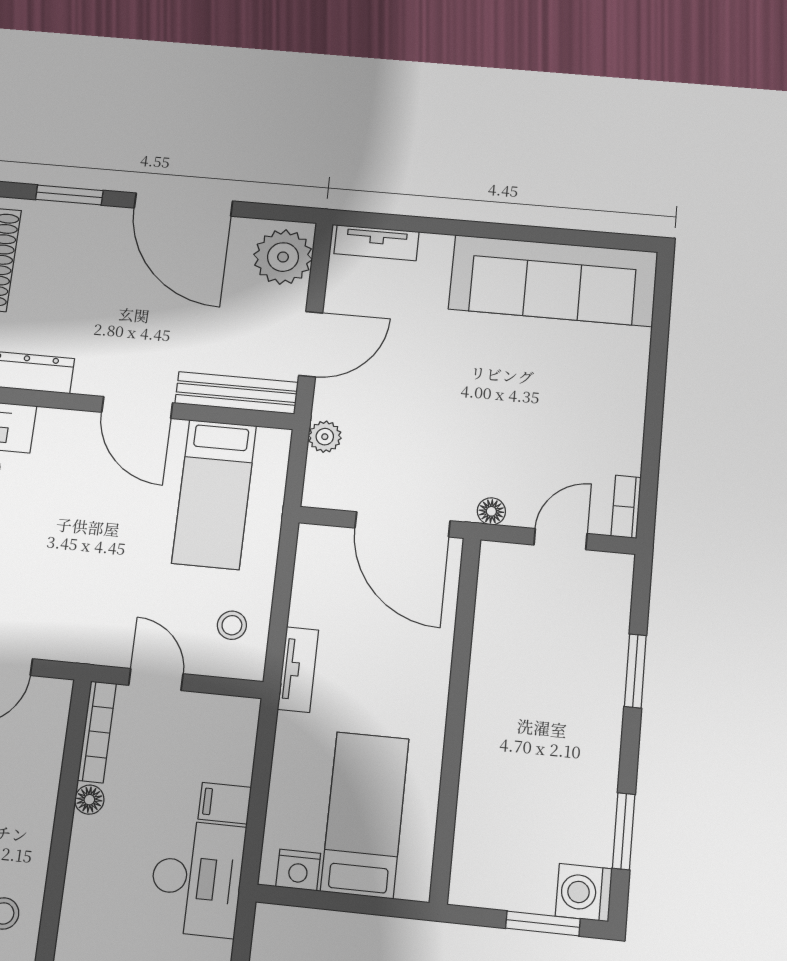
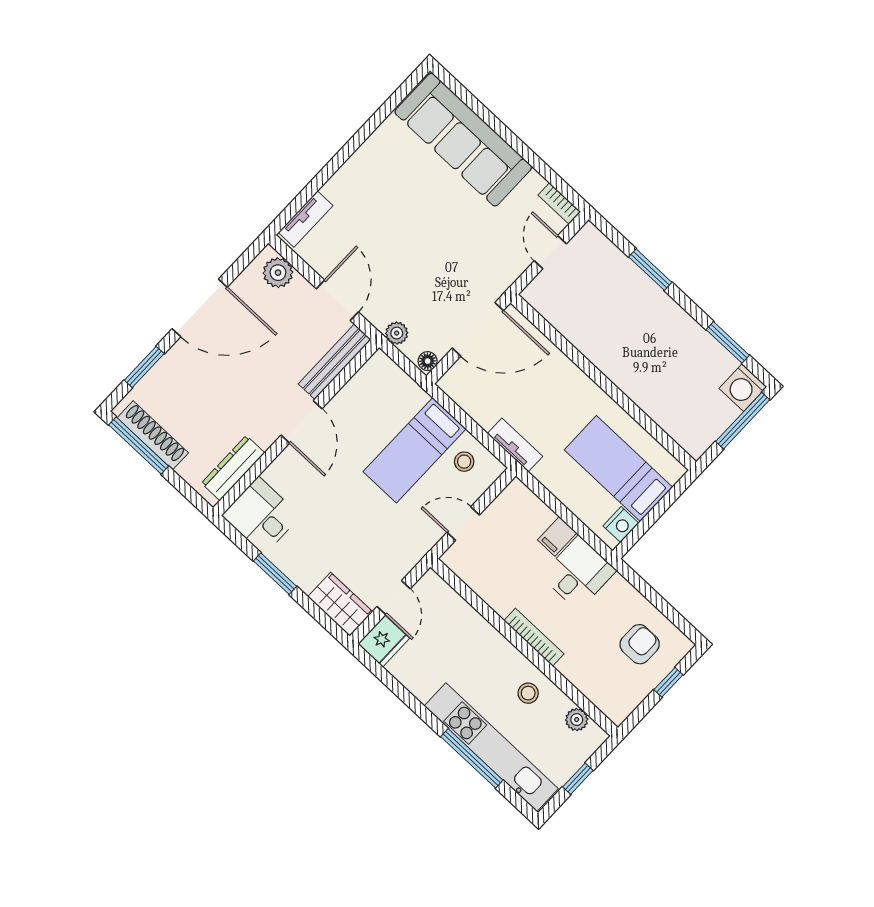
plant: (283, 257) -> (278, 273), width x0.73, depth x0.73
sofa: (553, 280) -> (463, 140), moved, turned 90
door: (137, 407) -> (301, 422), hinge flipped
bed: (214, 494) -> (415, 450), moved, turned 90
floor lamp: (491, 511) -> (428, 361), moved
bookcase: (97, 732) -> (534, 637), moved
floor lamp: (89, 800) -> (502, 606), removed
desk: (197, 878) -> (578, 573), width x0.73
window: (543, 923) -> (743, 421), width x1.44

